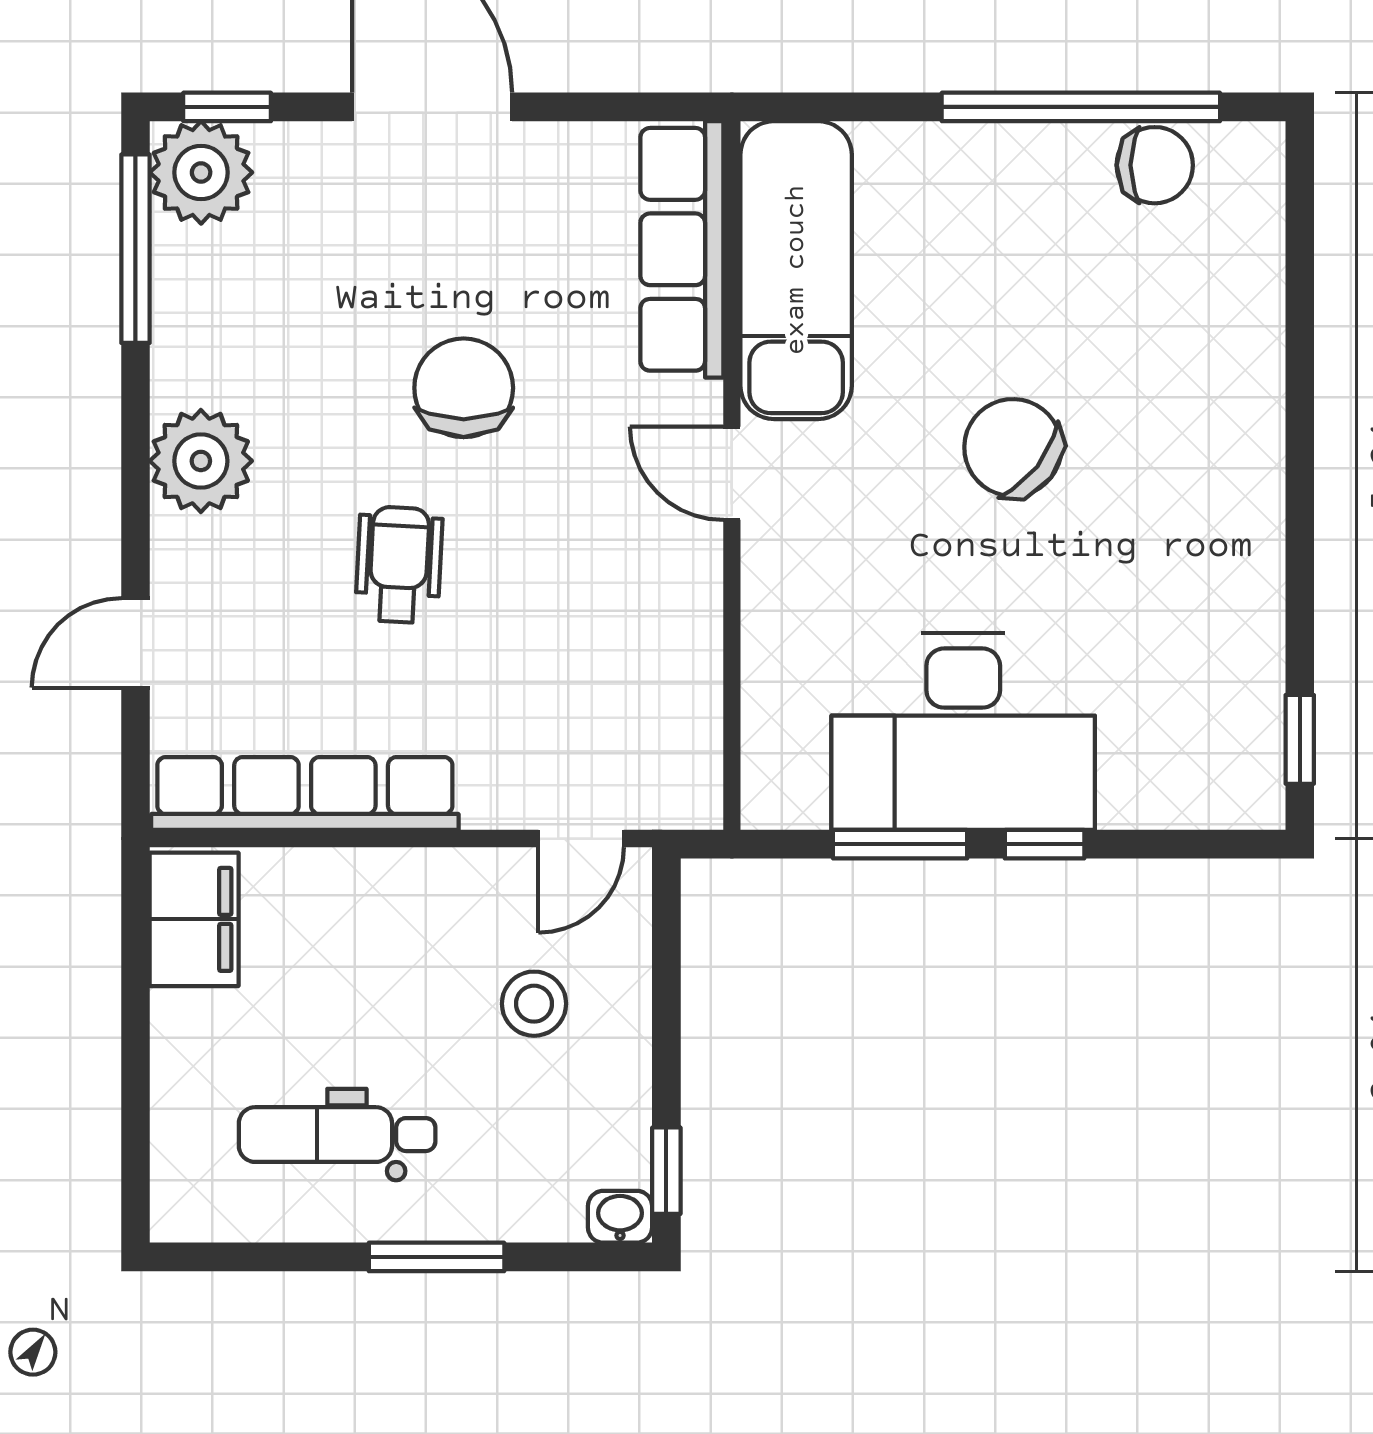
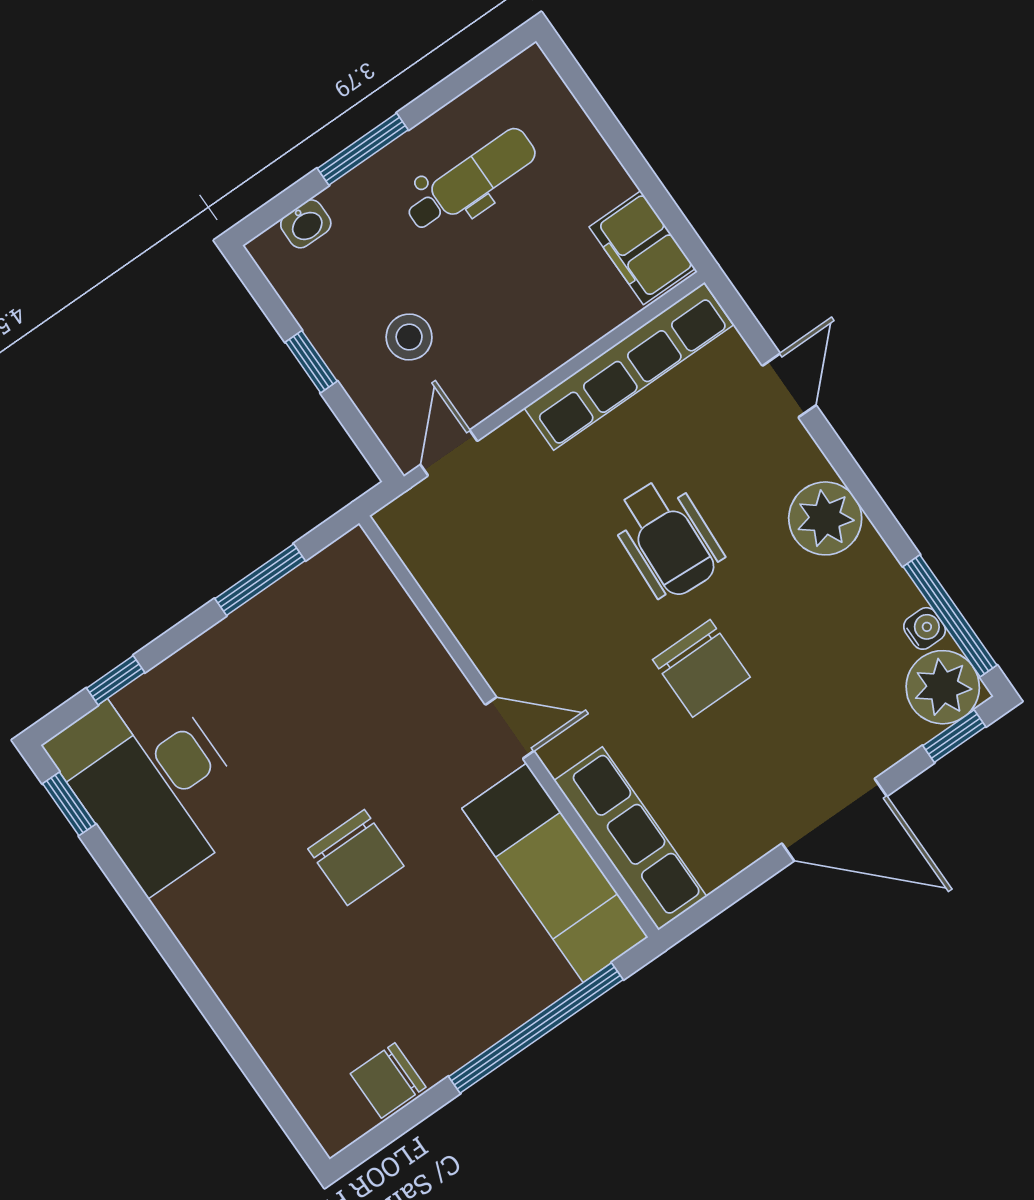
window: (1081, 107) -> (536, 1028), moved
water cooler: (175, 255) -> (925, 628), added
chair: (1013, 448) -> (356, 857), turned 52
wheelchair: (399, 565) -> (667, 539), width x1.36, depth x1.37
desk: (963, 731) -> (152, 782), moved, turned -90
window: (1045, 844) -> (116, 680), moved
window: (666, 1171) -> (311, 362), moved
washbasin: (620, 1217) -> (306, 224), moved

